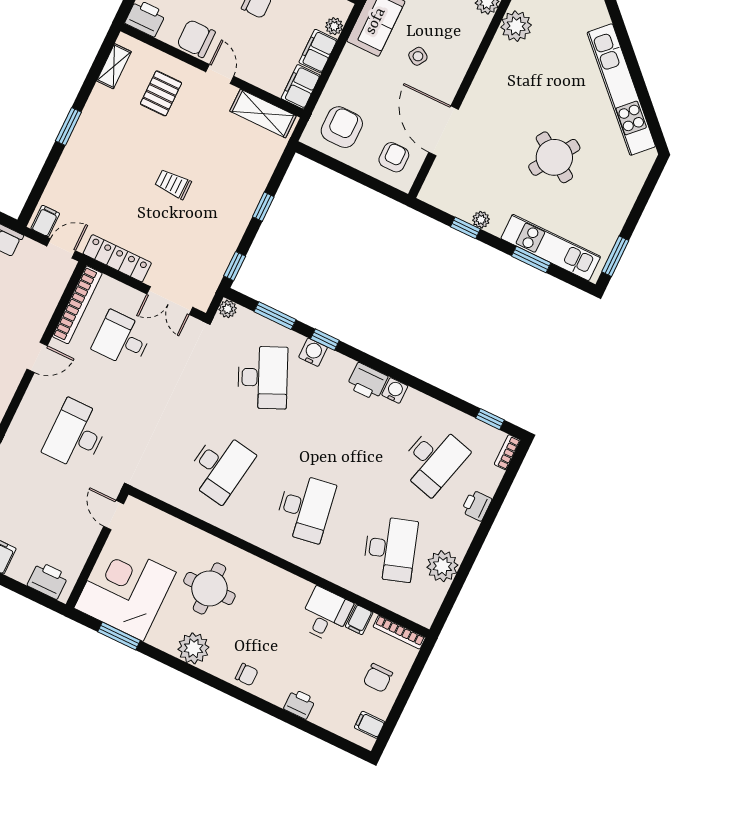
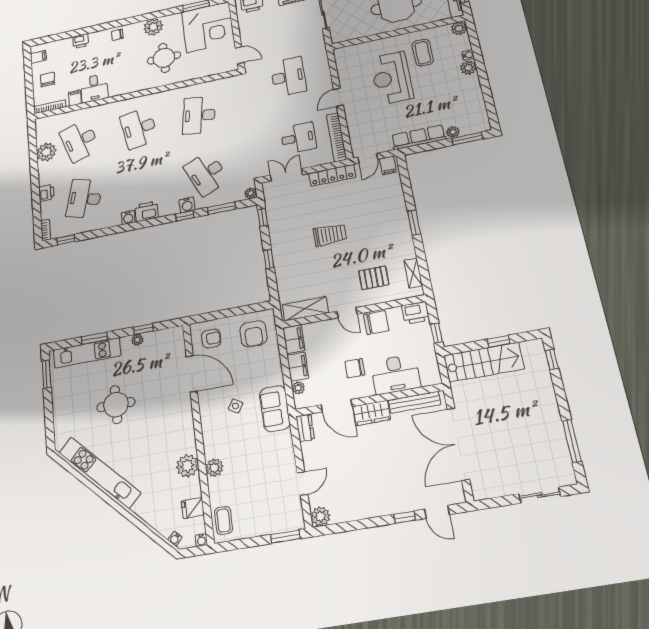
pallet: (161, 93) -> (374, 278), turned 90
armchair: (394, 157) -> (211, 338), turned -90
round table: (554, 157) -> (116, 405), turned -34
trolley: (173, 184) -> (330, 235), width x1.36, depth x1.39

